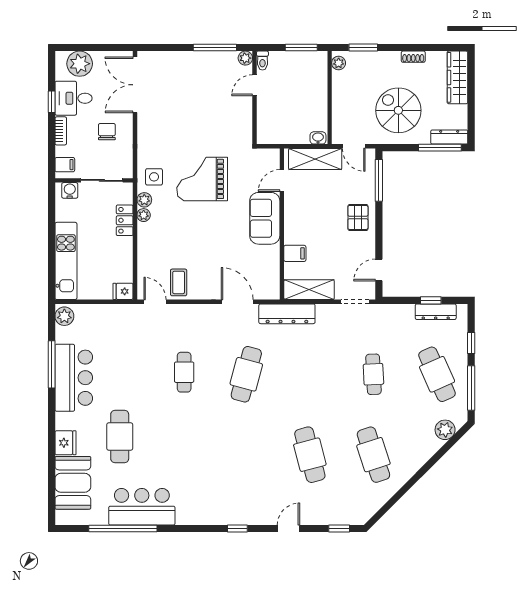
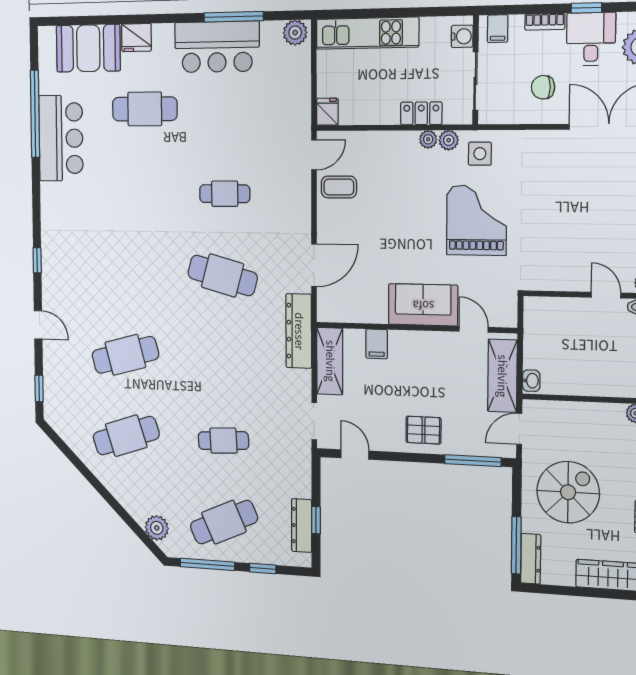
chair: (107, 132) -> (543, 87), turned 180

